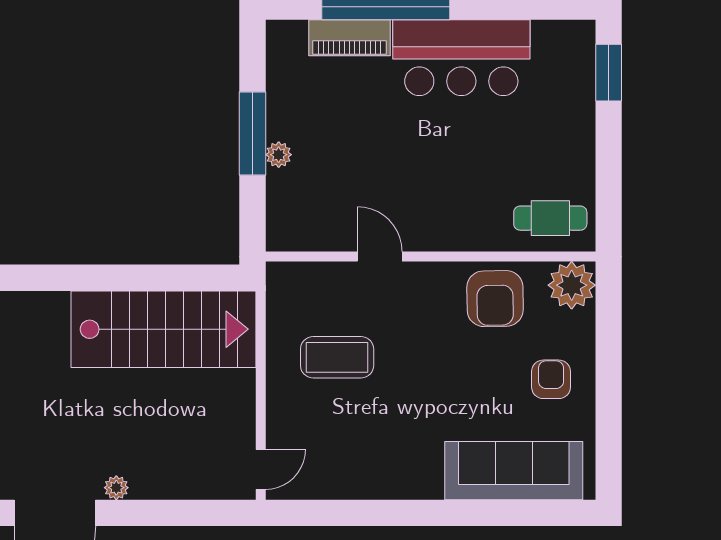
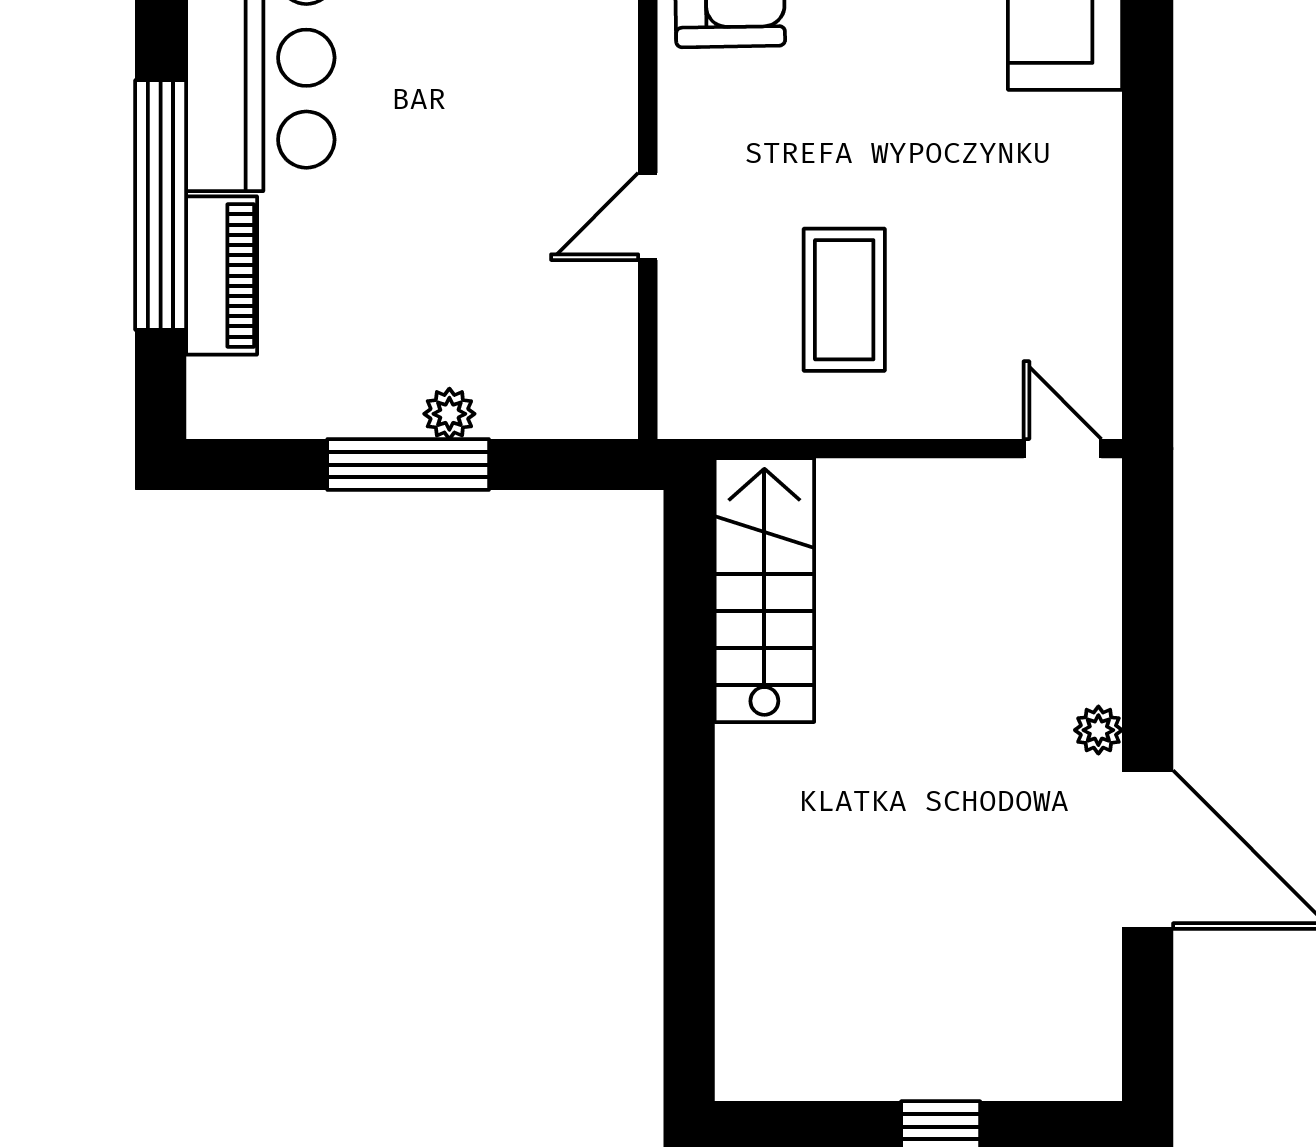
stairs: (163, 329) -> (764, 590), width x0.73, depth x0.66

